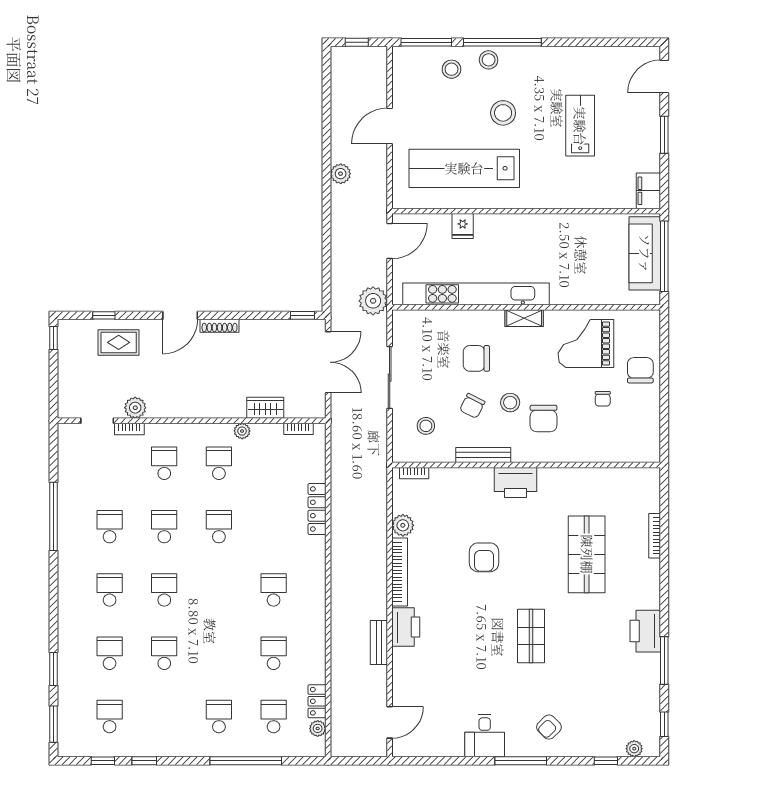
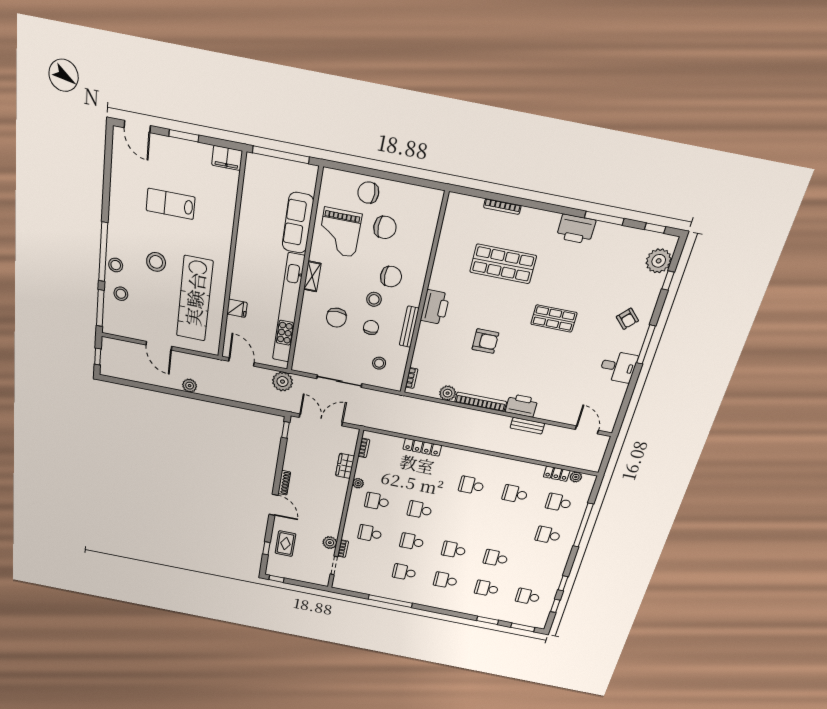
sofa: (645, 253) -> (298, 223), moved, turned 90
chair: (603, 399) -> (385, 227), width x1.87, depth x1.87
chair: (472, 406) -> (371, 327), turned -117
plant: (634, 749) -> (659, 261), width x1.87, depth x1.87

